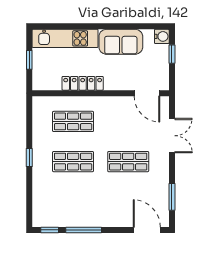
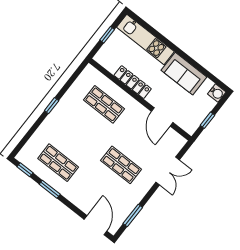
window: (172, 54) -> (207, 120), moved
door: (147, 93) -> (162, 117), moved
shop shelf: (73, 162) -> (58, 163), moved
window: (84, 230) -> (50, 189), width x0.69

